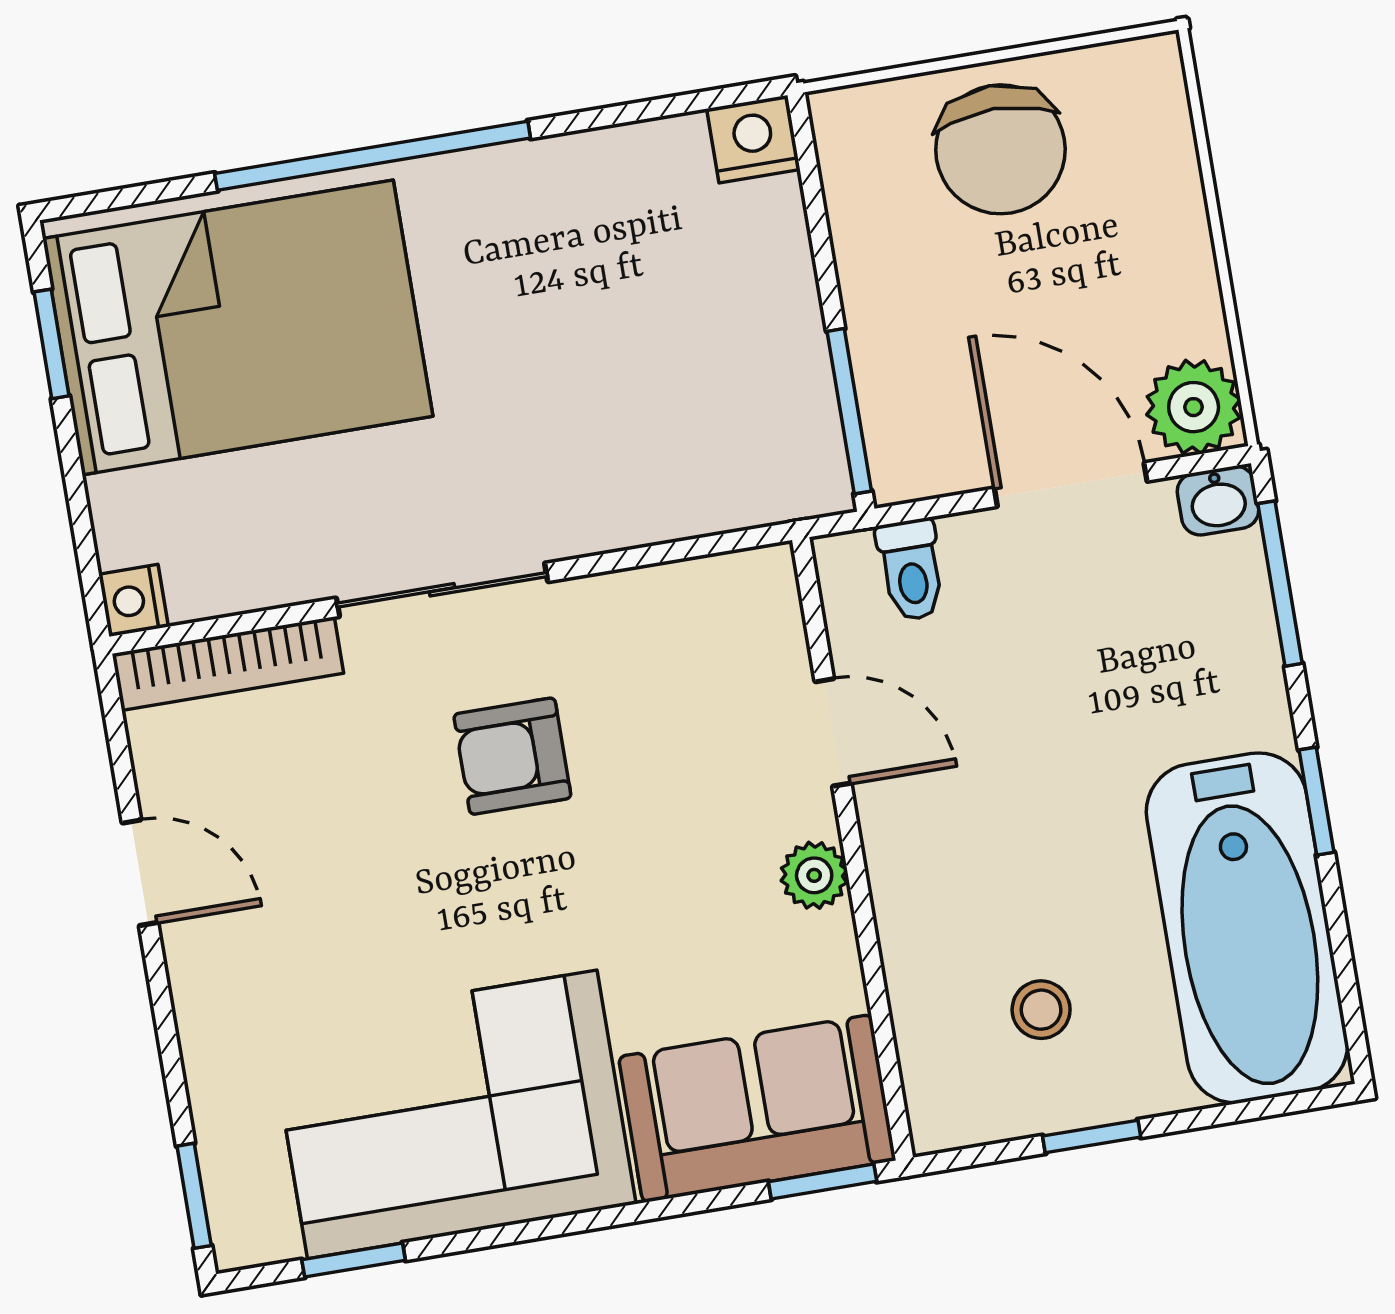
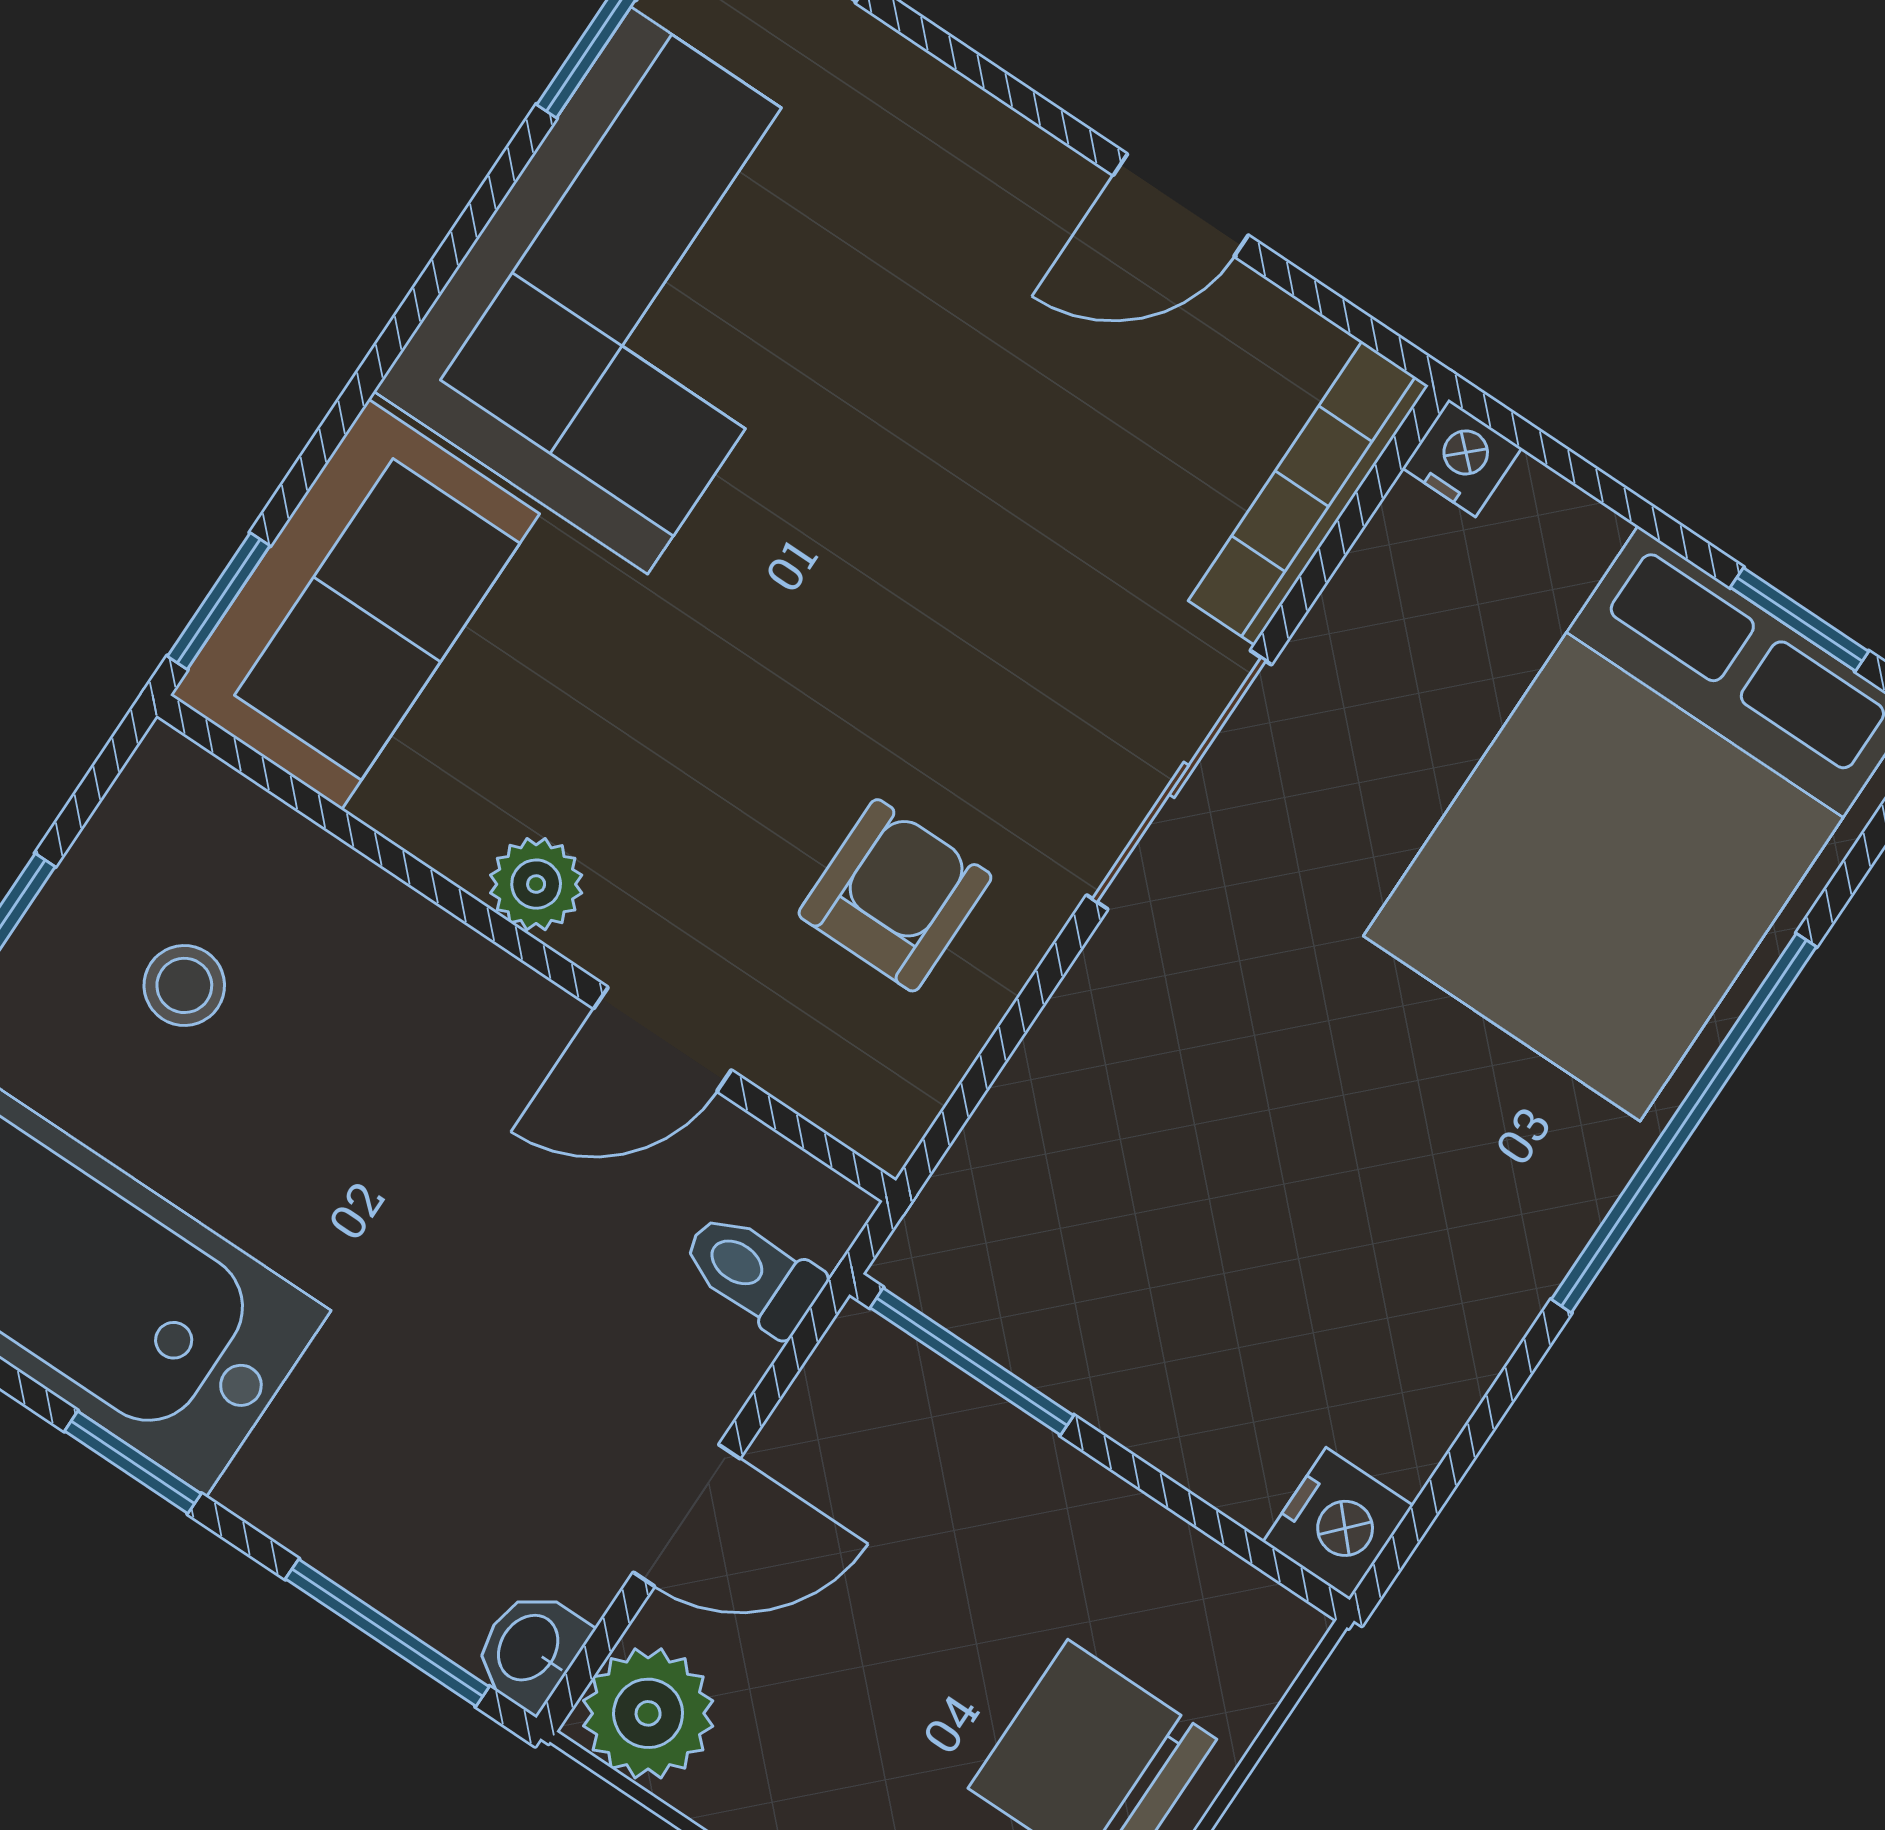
door: (1071, 485) -> (687, 1515), width x0.73
armchair: (512, 756) -> (895, 895), moved

